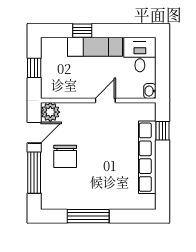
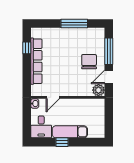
window: (82, 31) -> (62, 142), moved
window: (34, 68) -> (109, 118), removed
door: (105, 100) -> (53, 97), moved
window: (162, 131) -> (27, 48), moved

